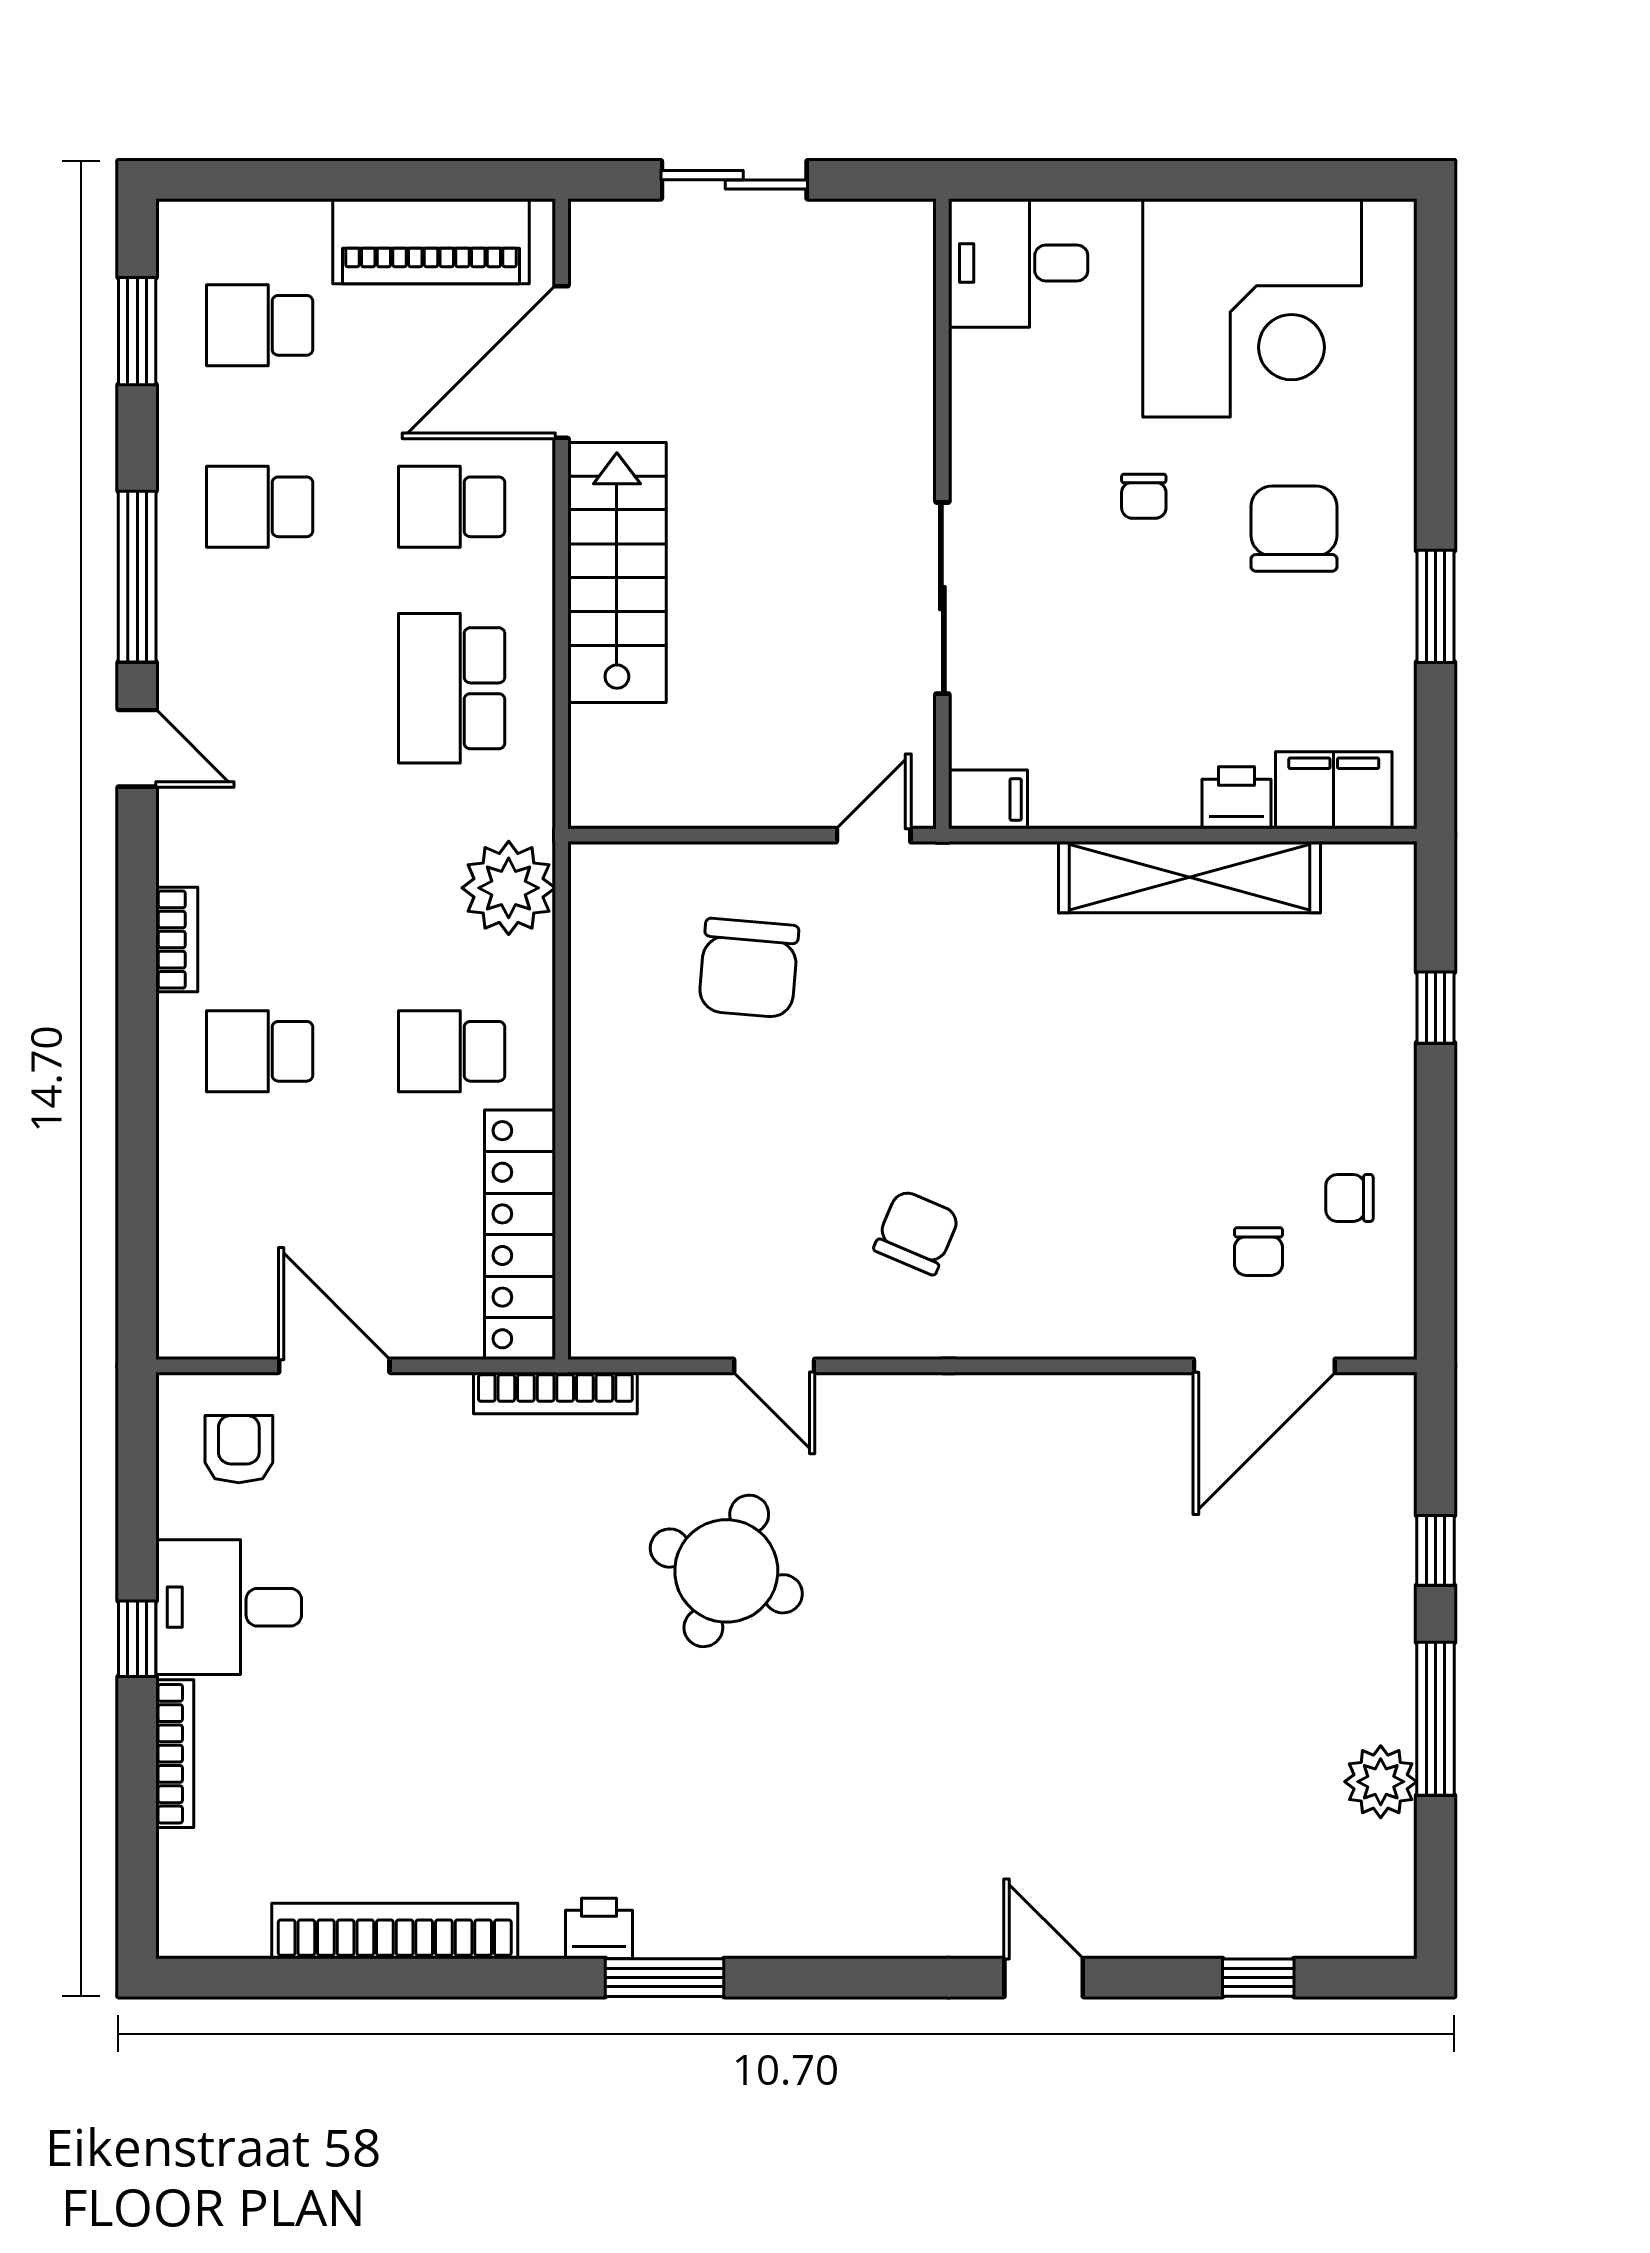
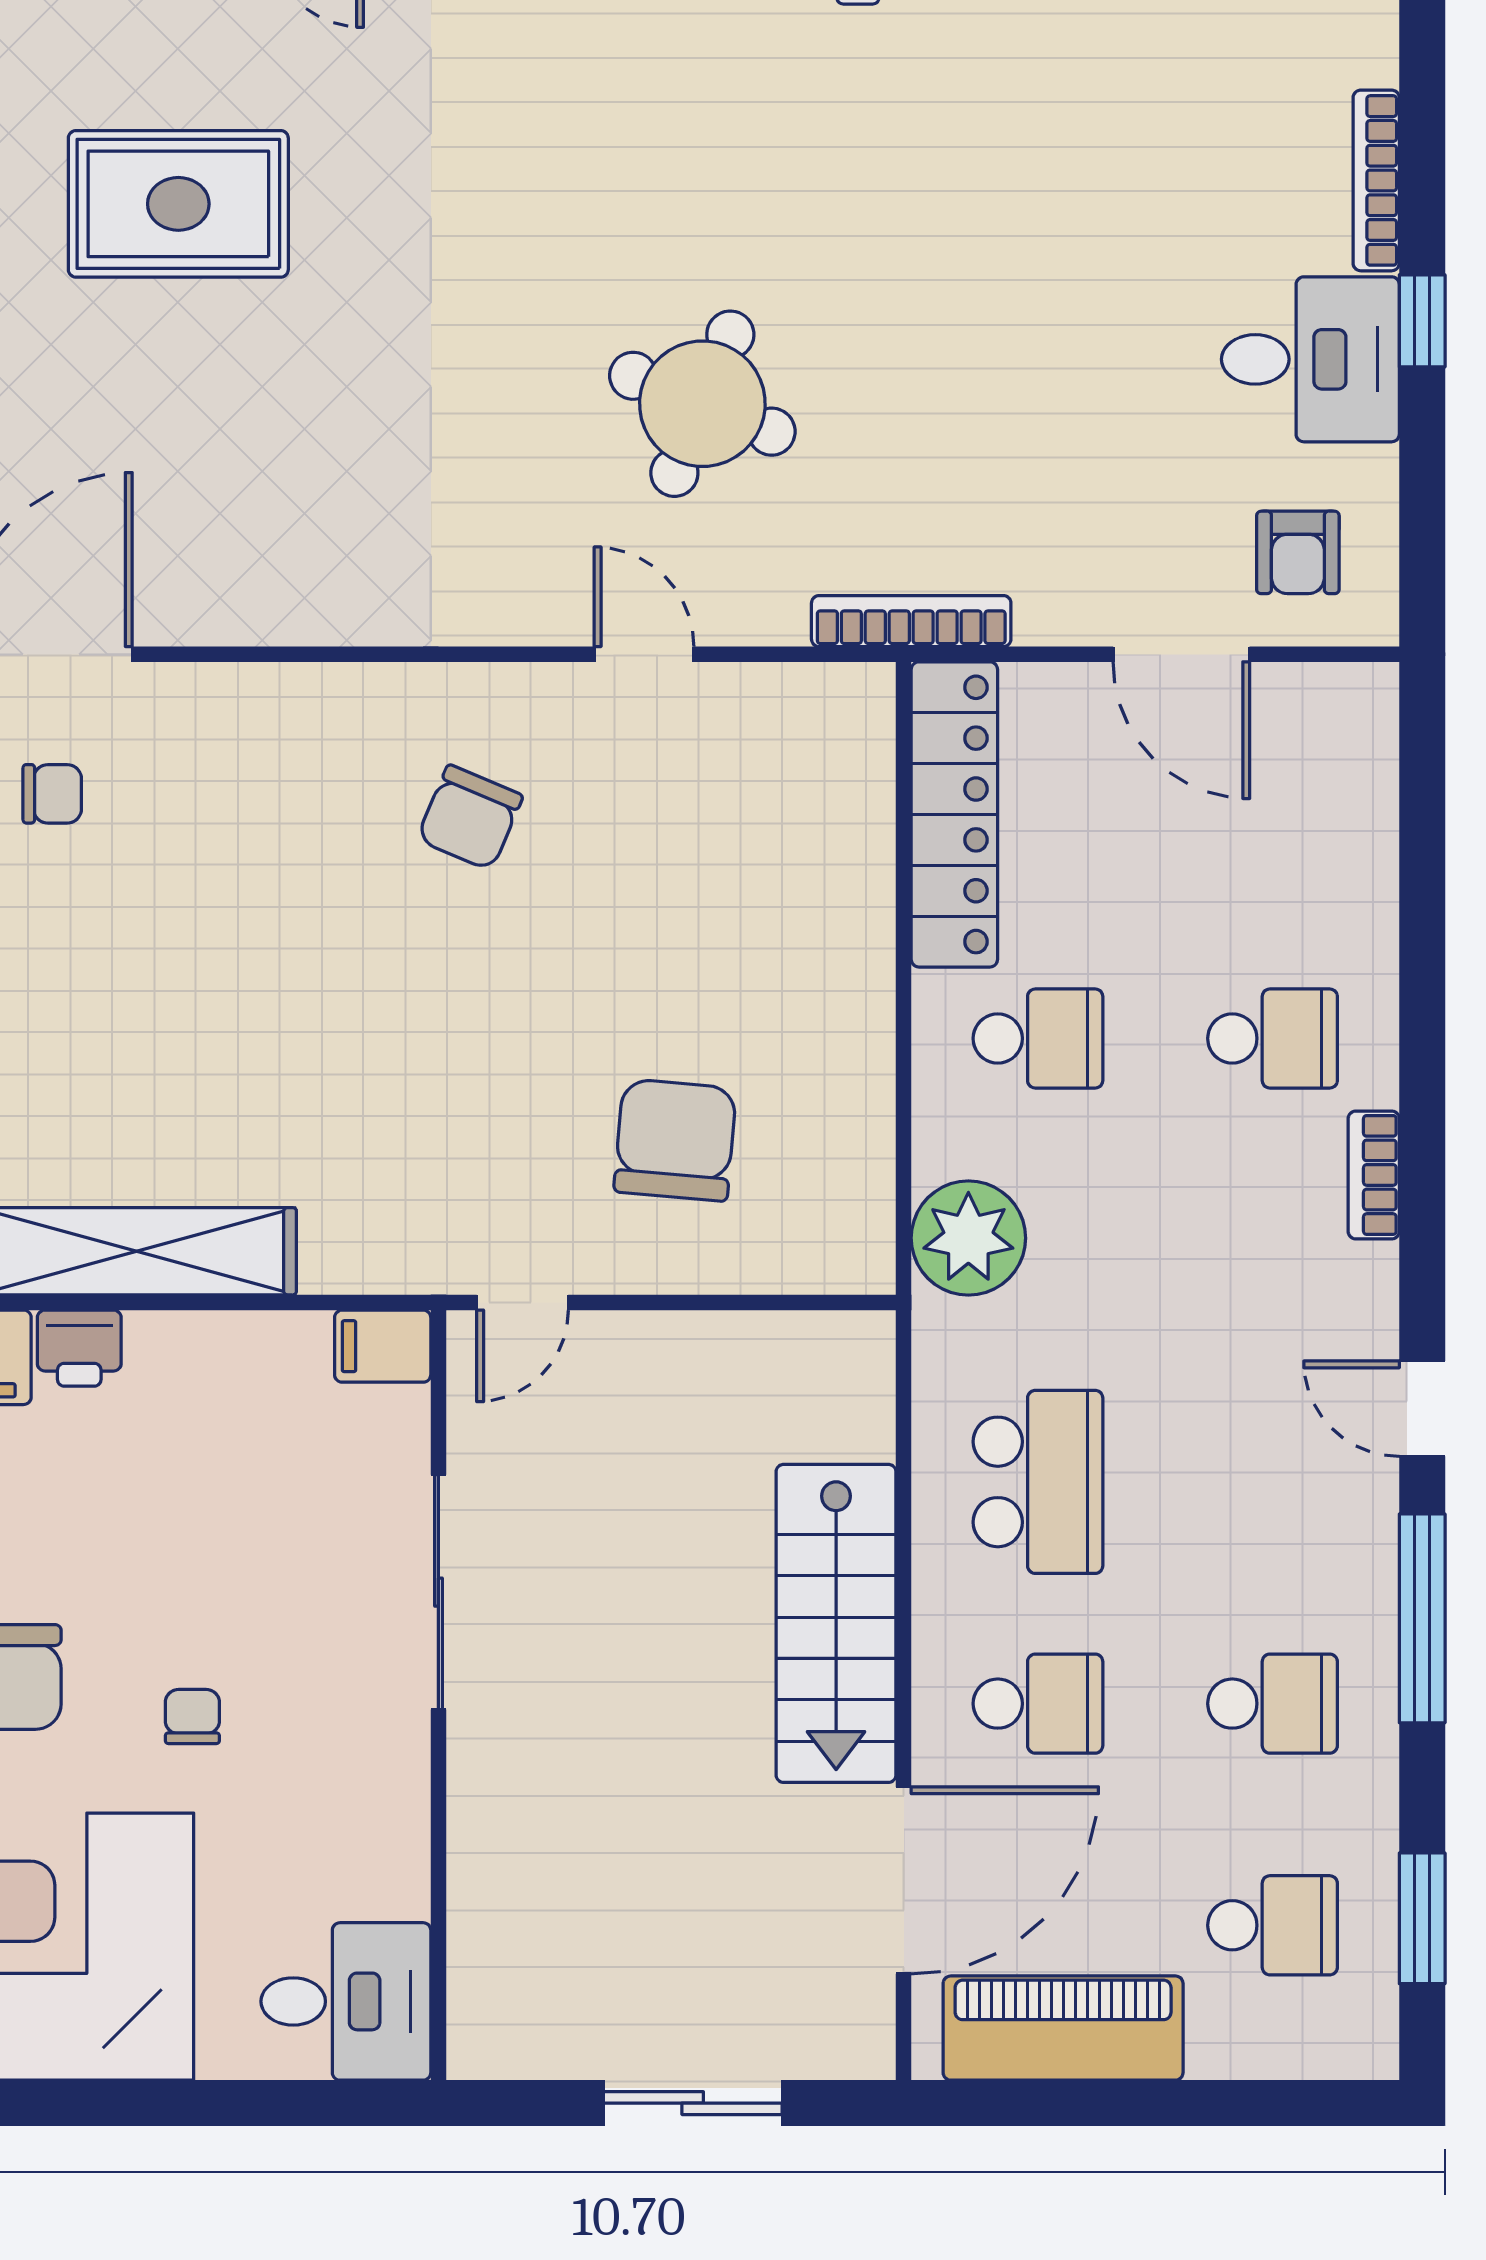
chair: (1259, 1252) -> (52, 794), turned 90
rug: (1155, 1734) -> (178, 204), added

